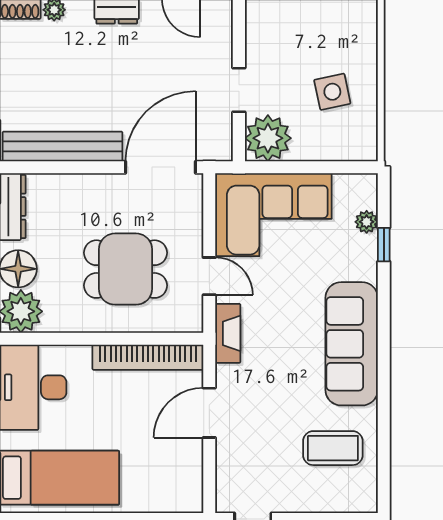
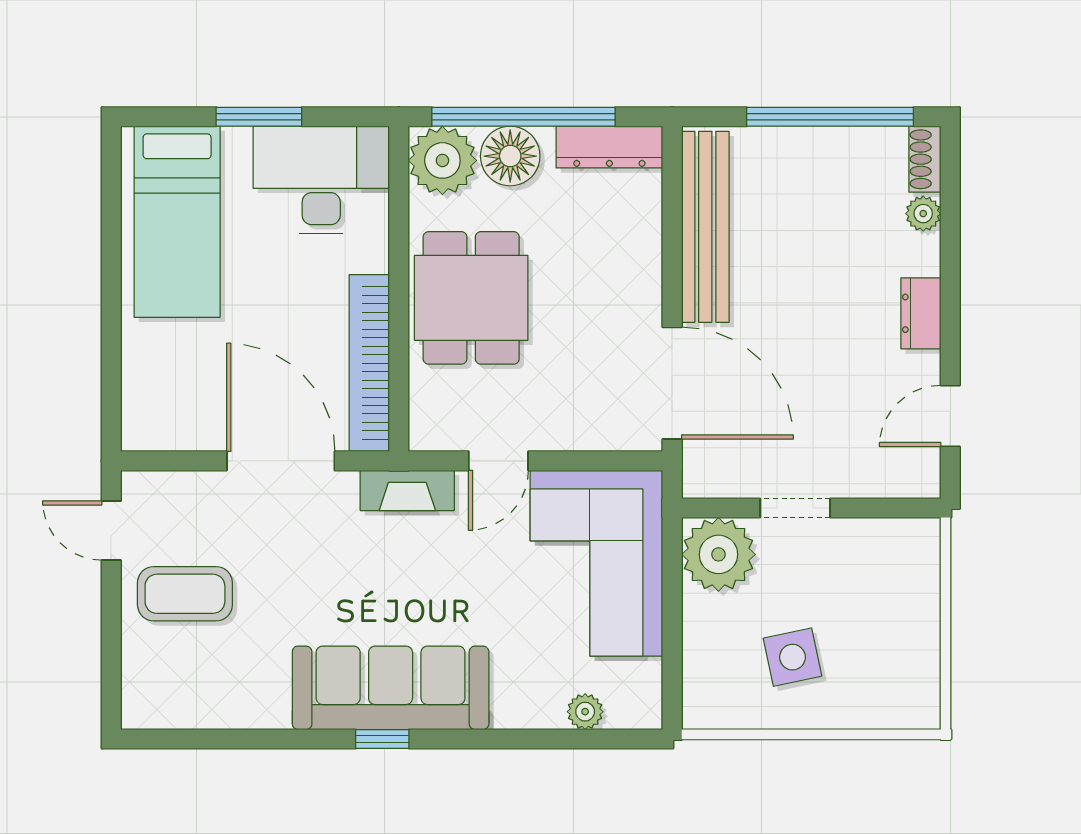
window: (384, 245) -> (382, 739), moved
dining table: (125, 269) -> (471, 298), moved
door: (209, 413) -> (281, 461), width x1.36
coffee table: (333, 448) -> (185, 594), moved, turned 90

